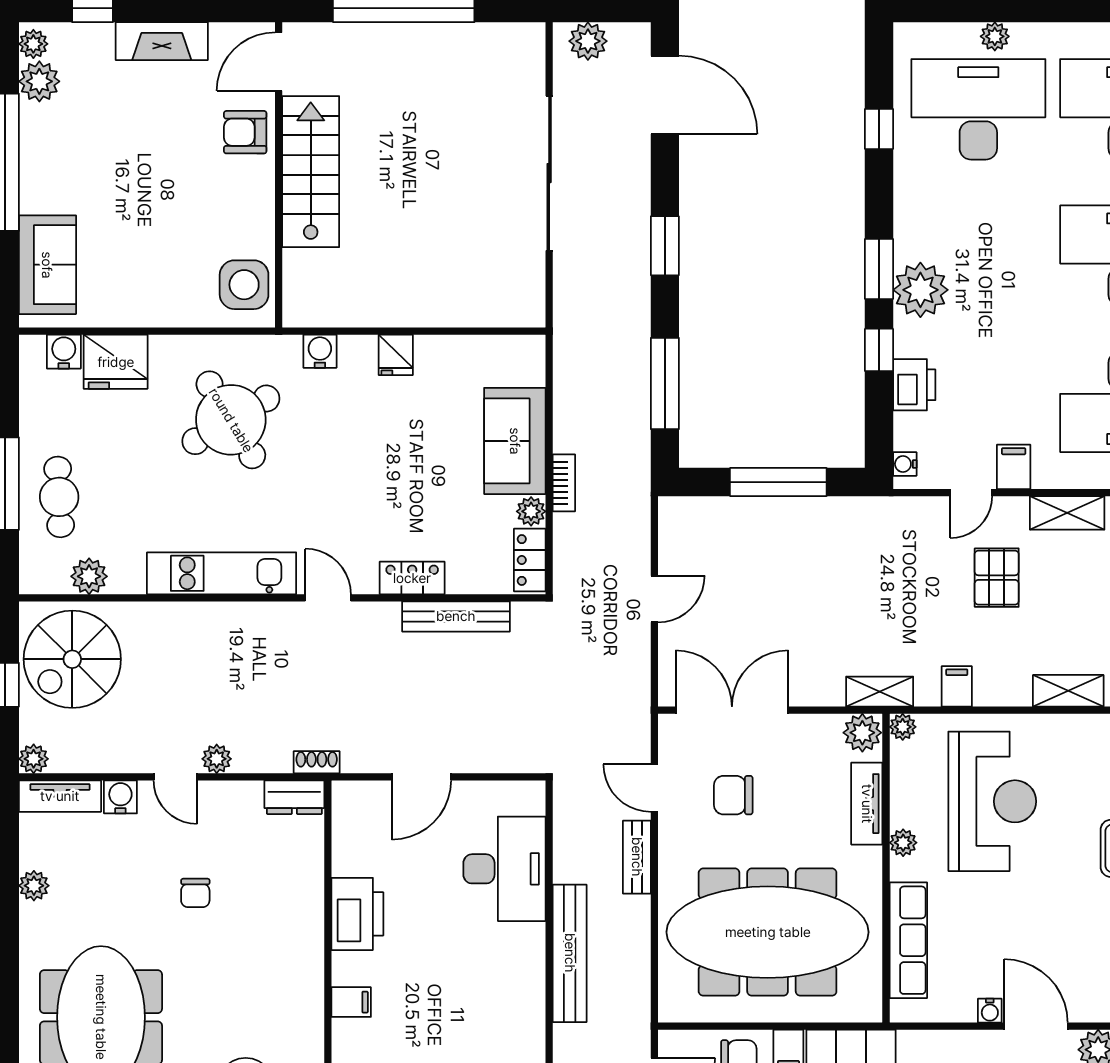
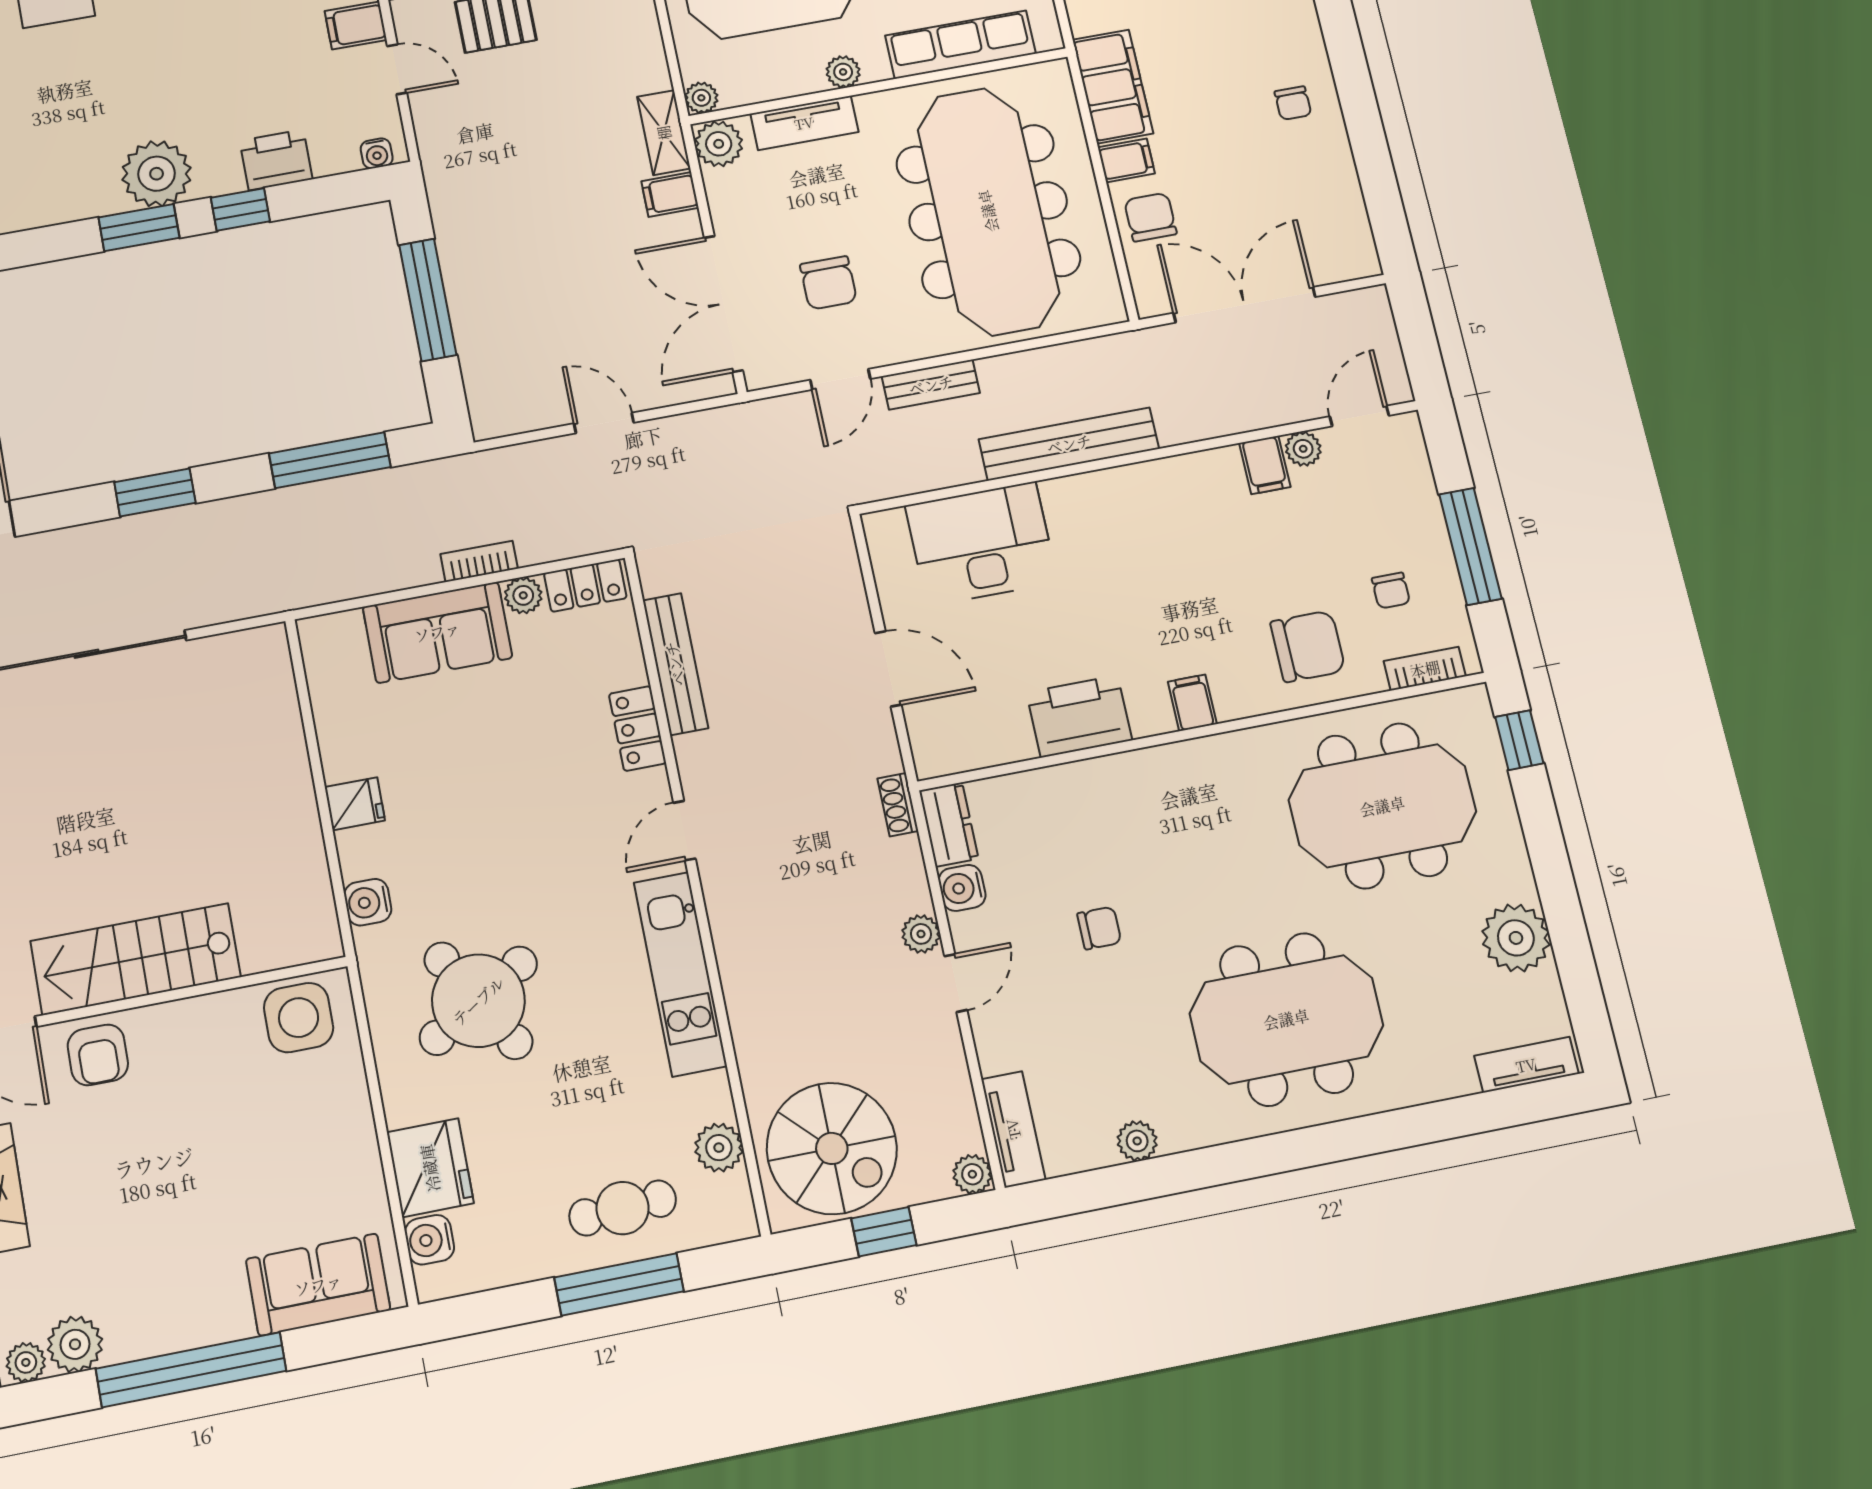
filing cabinet: (957, 686) -> (670, 194), moved
water cooler: (120, 797) -> (962, 888), moved

